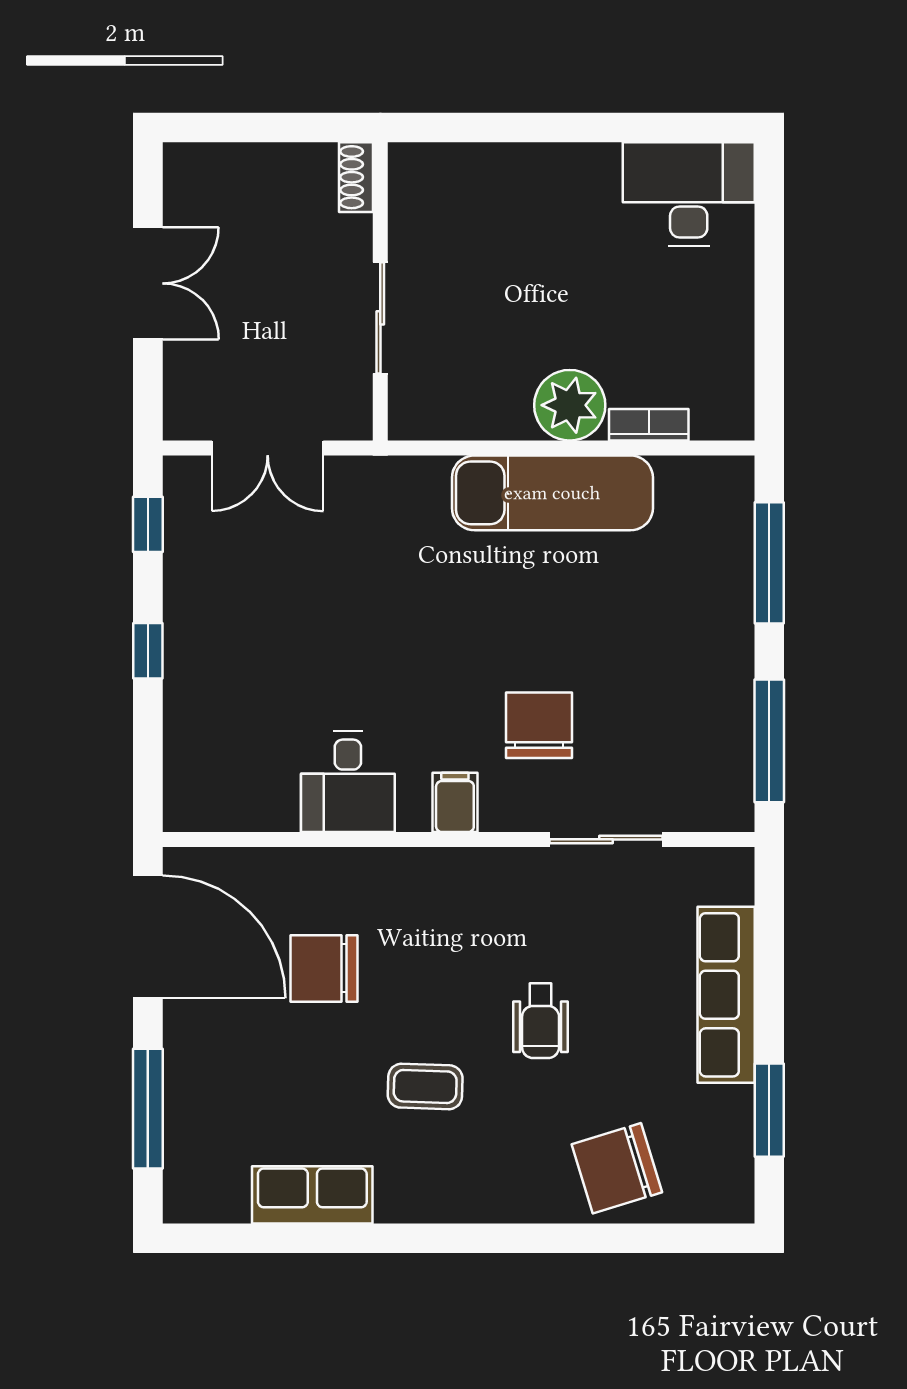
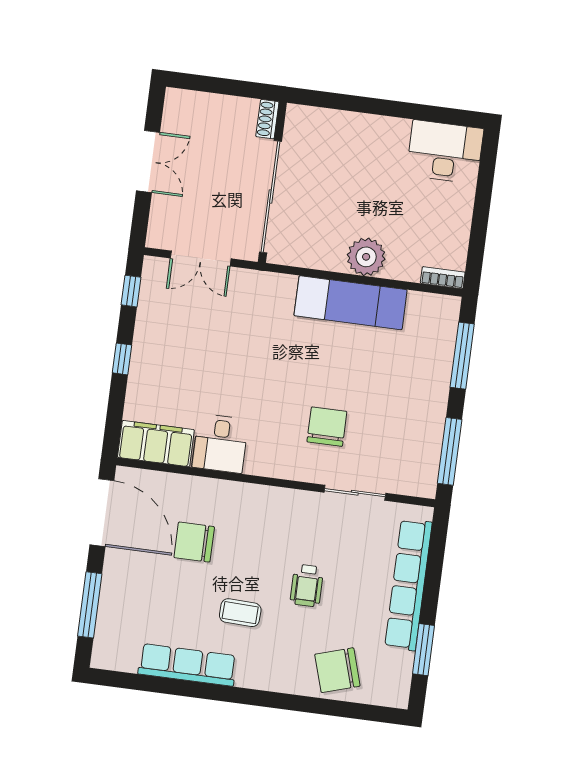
sliding door: (380, 318) -> (270, 197), width x1.86
bookcase: (649, 425) -> (443, 278), moved
filing cabinet: (455, 802) -> (156, 444), moved, width x3.00, depth x1.17
row of seats: (726, 995) -> (408, 585), width x1.36
row of seats: (312, 1195) -> (187, 665), width x1.48

